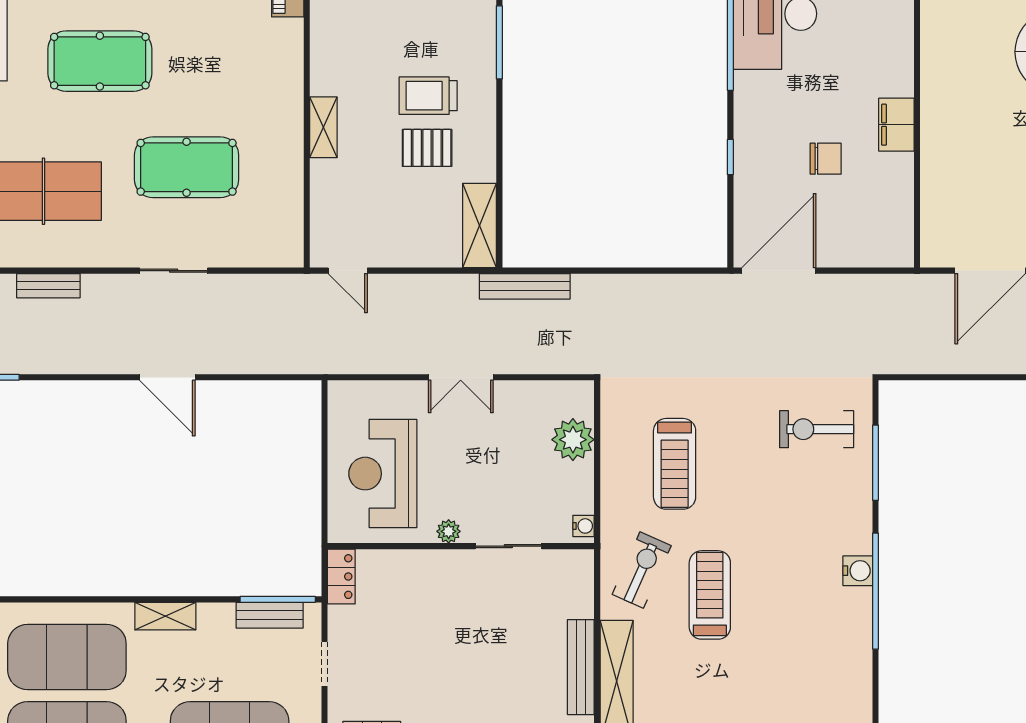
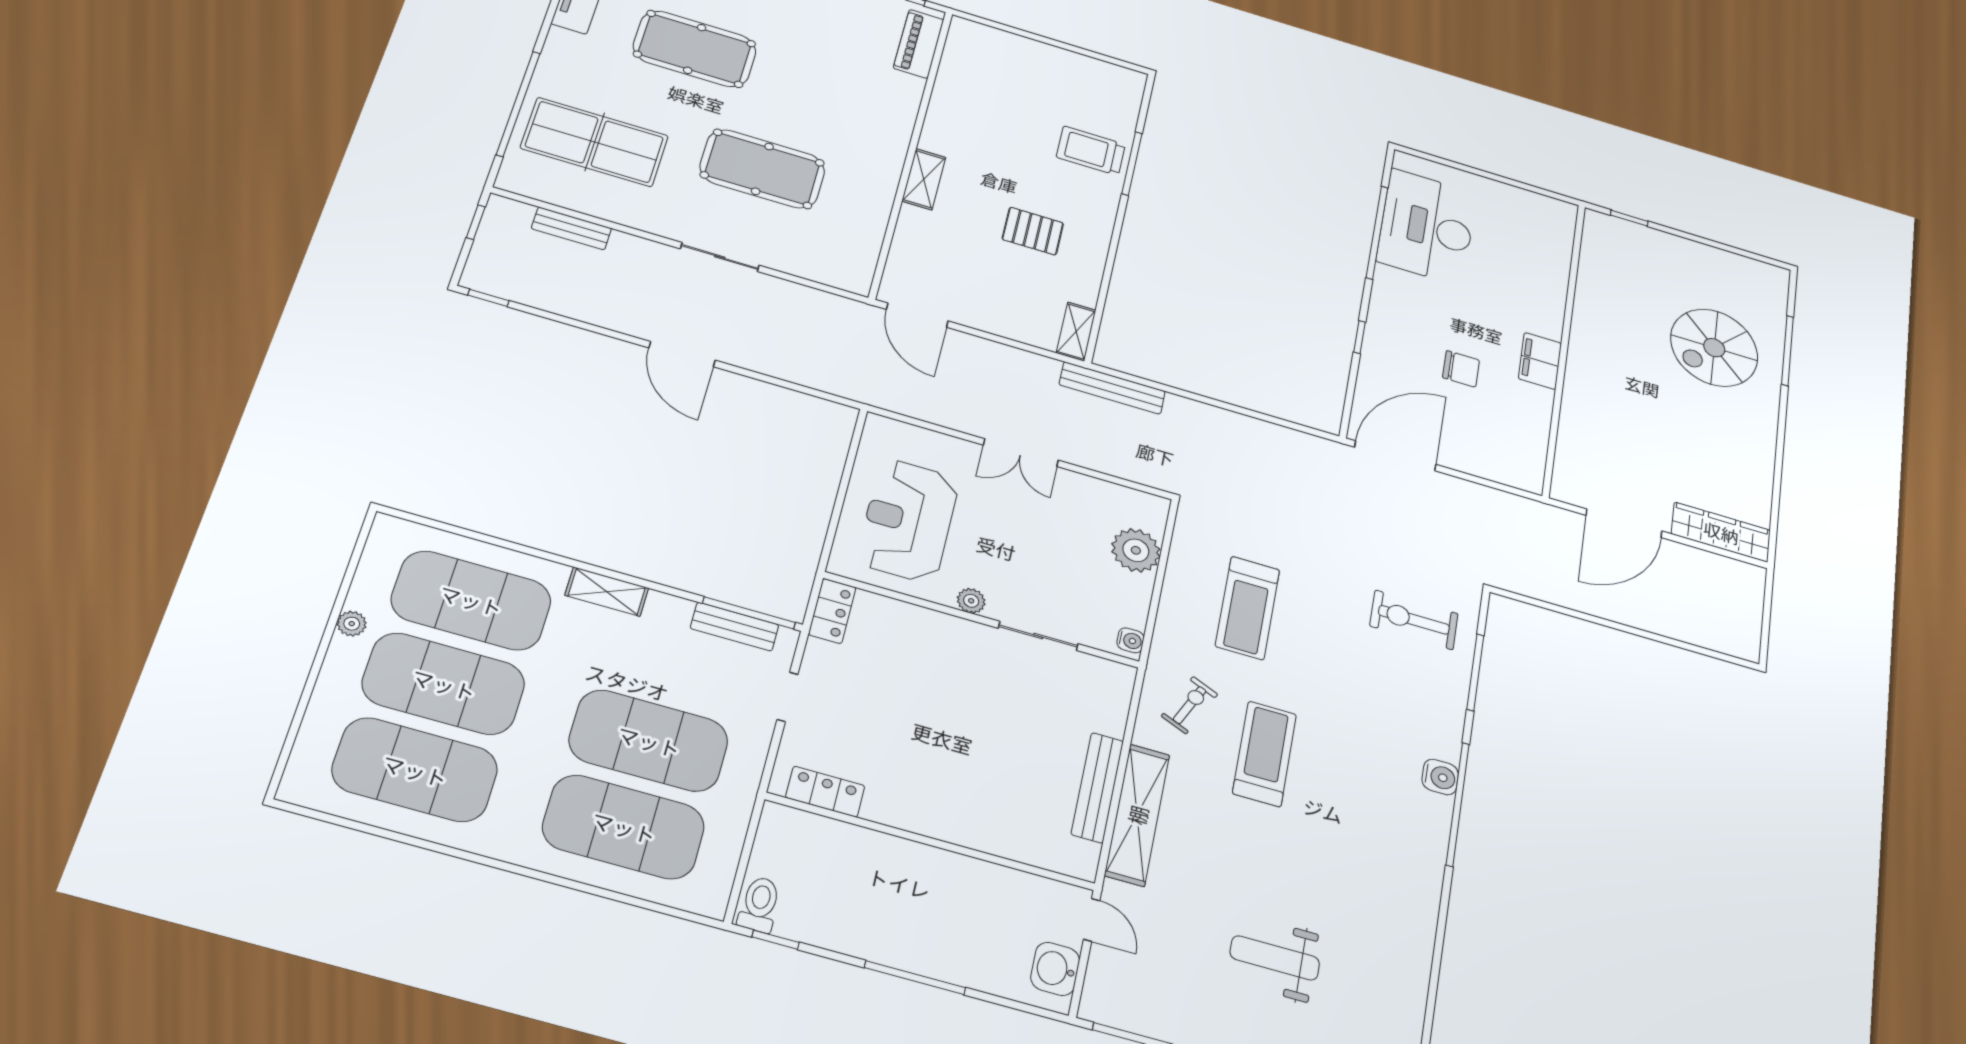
trolley: (428, 96) -> (1091, 151), moved
shelving: (479, 225) -> (1076, 332), width x0.67, depth x0.75
door: (348, 271) -> (917, 315), width x1.38
exercise bike: (642, 570) -> (1190, 705), width x0.73, depth x0.72

